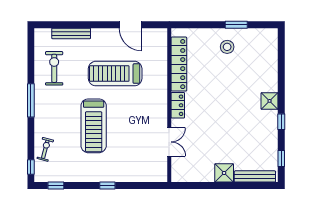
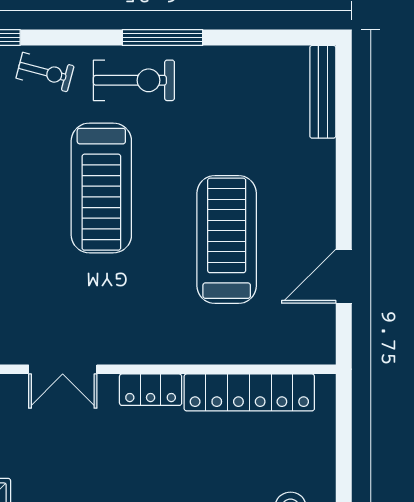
bench: (71, 33) -> (323, 92), moved
exercise bike: (54, 68) -> (134, 80), moved
treadmill: (94, 126) -> (101, 188), turned -90

